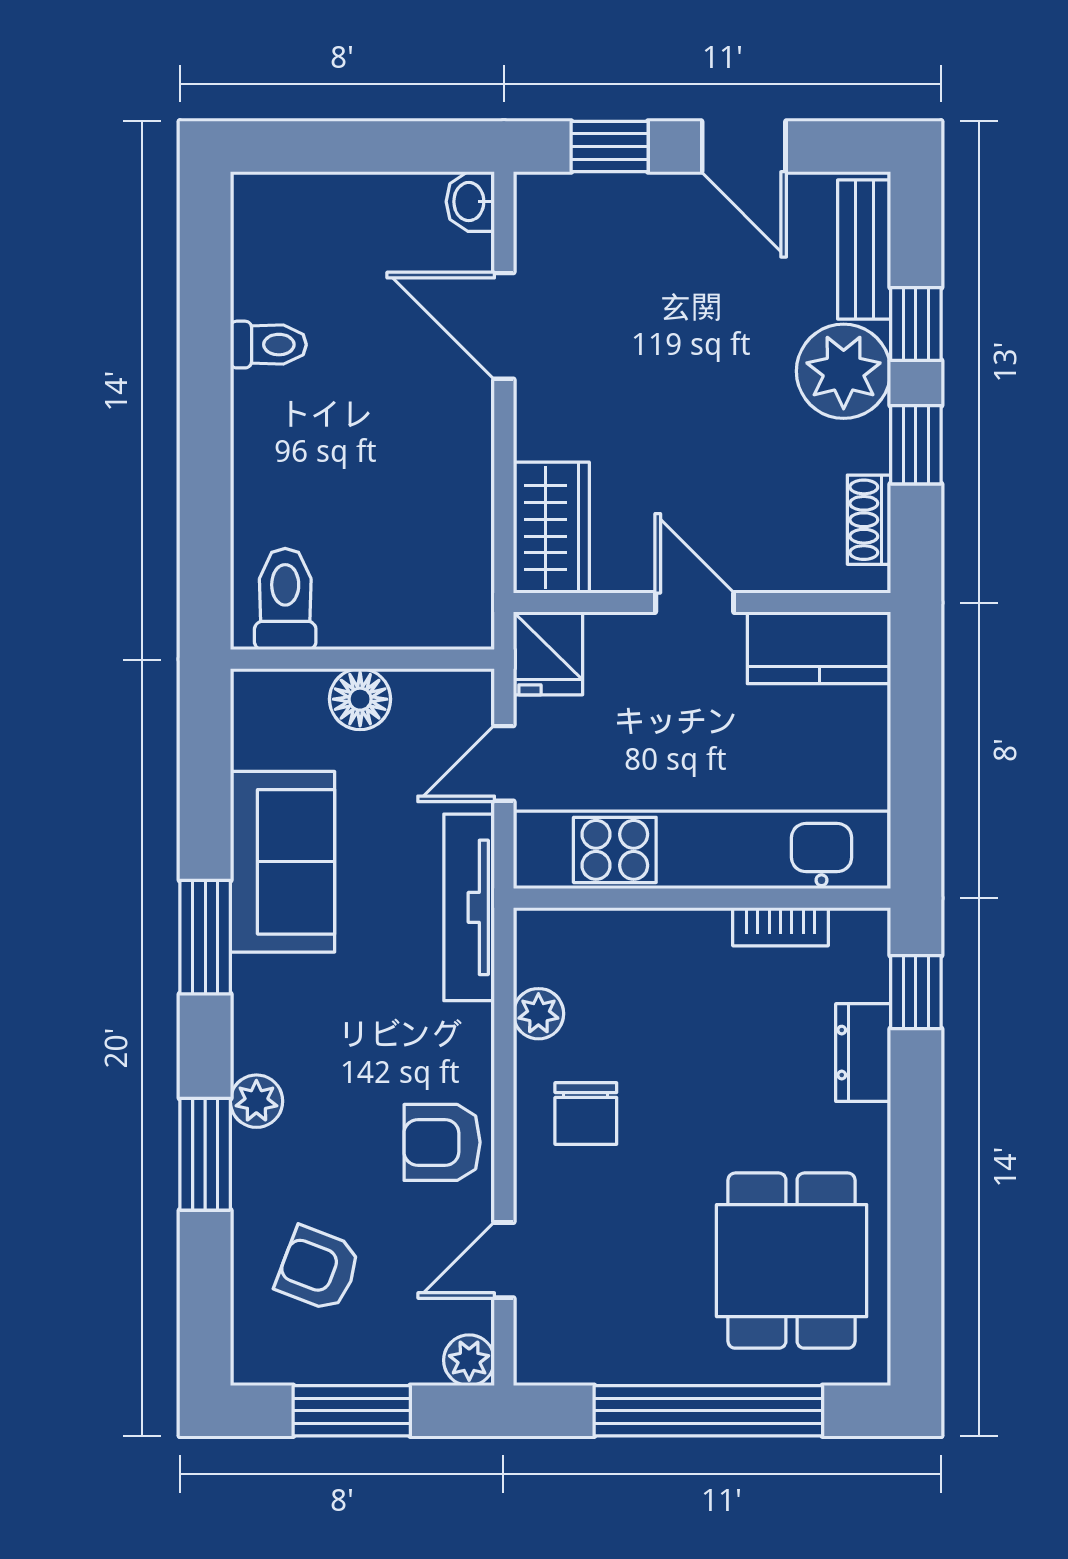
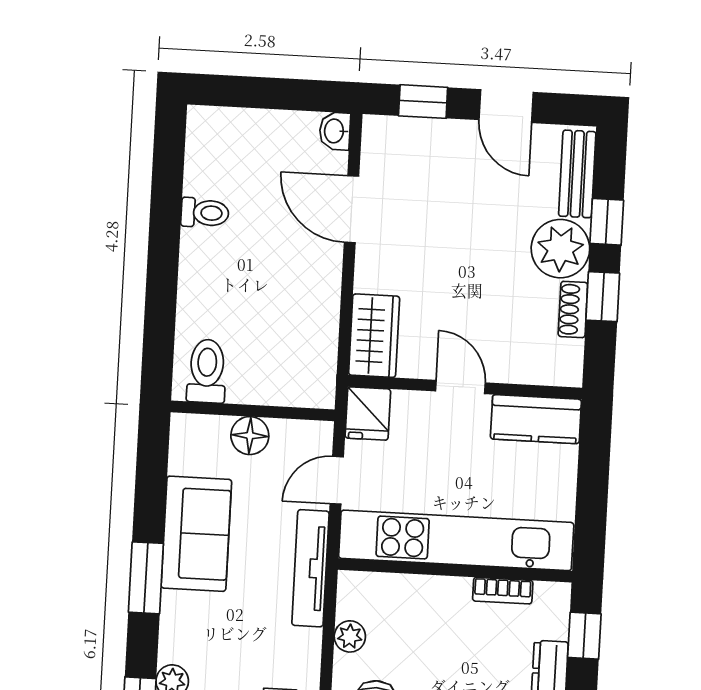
shoe rack: (869, 520) -> (573, 309), moved

